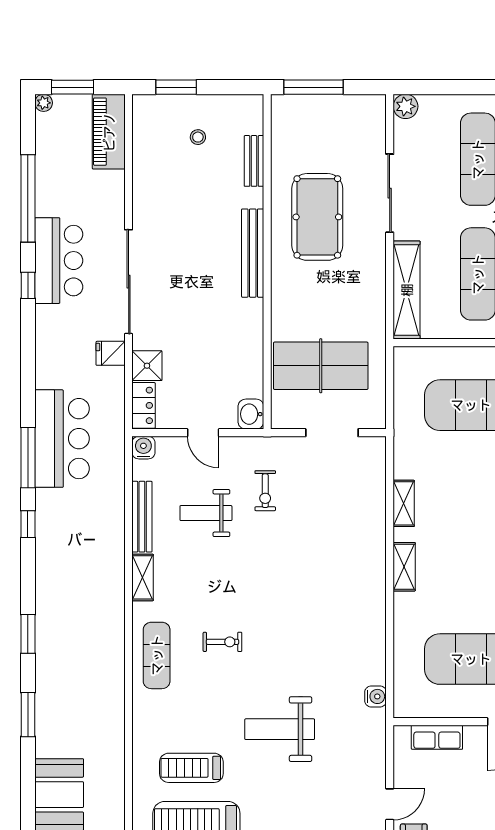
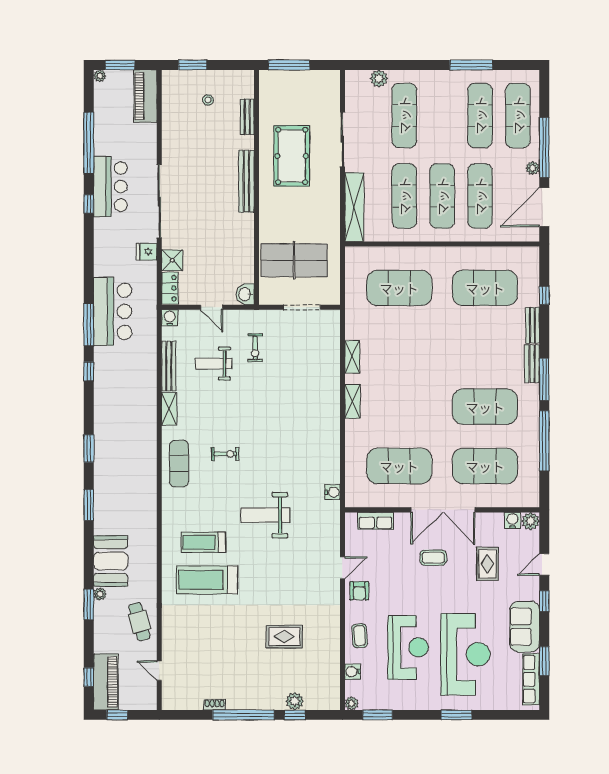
plant: (406, 106) -> (379, 78), moved

